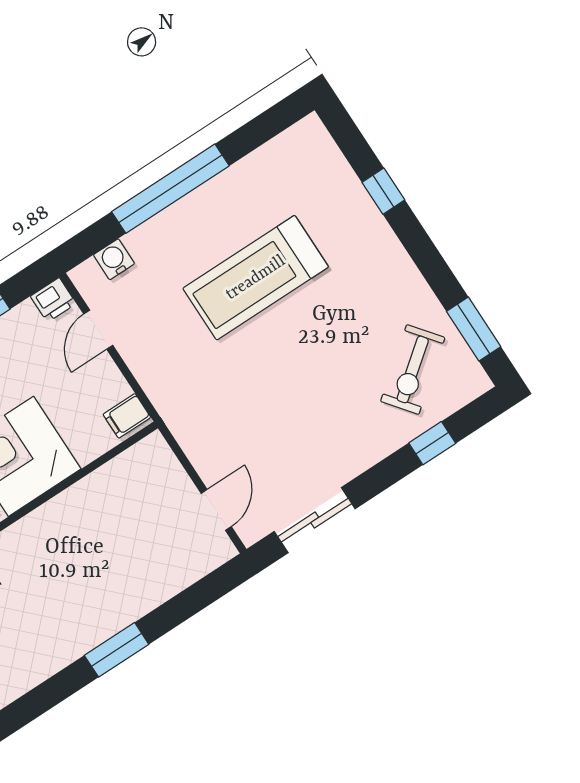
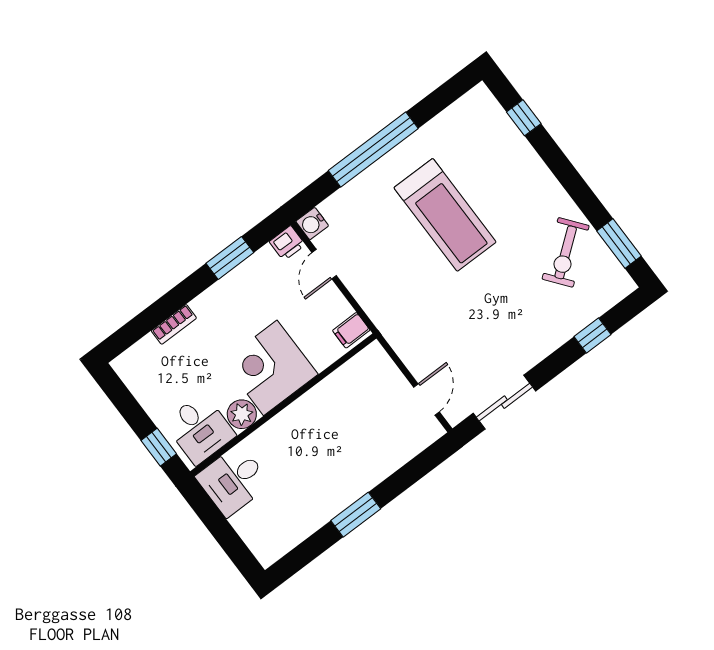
window: (383, 191) -> (524, 118), moved
water cooler: (114, 259) -> (312, 224), moved, turned -90
treadmill: (256, 278) -> (445, 215), turned -90
exercise bike: (413, 369) -> (566, 252), moved

